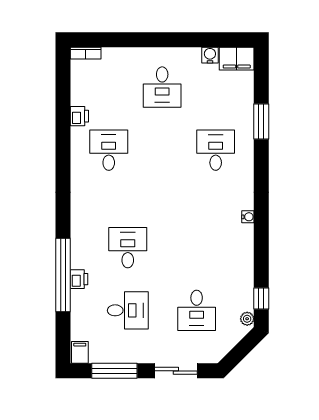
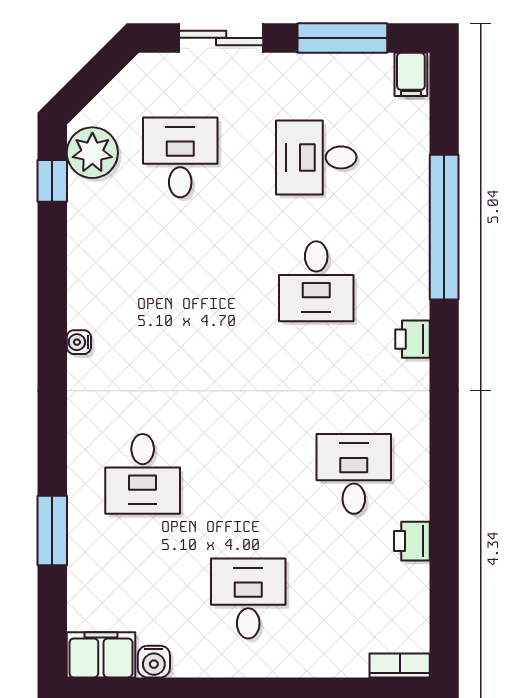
desk: (109, 150) -> (354, 474), turned 180
printer: (79, 279) -> (412, 339), moved
plant: (247, 319) -> (92, 153), width x1.87, depth x1.87

